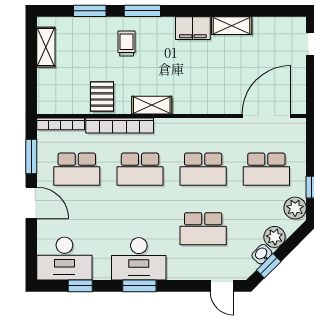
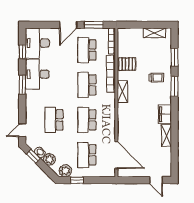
desk: (139, 259) -> (37, 74), moved

